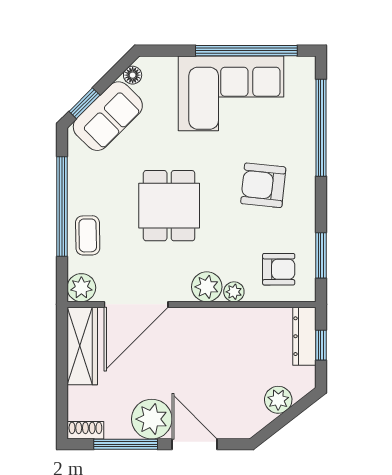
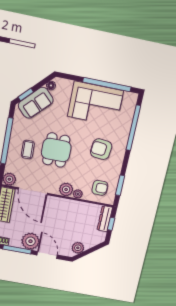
coffee table: (88, 235) -> (28, 150), moved
door: (136, 304) -> (33, 191), hinge flipped
plant: (278, 400) -> (78, 248), moved

